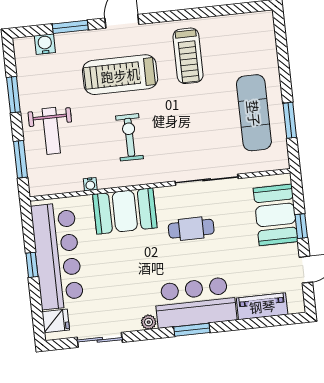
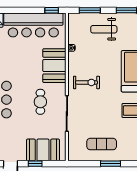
exercise mat: (254, 113) -> (102, 144), width x0.73, depth x0.69
window: (290, 120) -> (110, 164), moved
exercise bike: (129, 137) -> (86, 82), moved
window: (32, 265) -> (52, 10), moved

